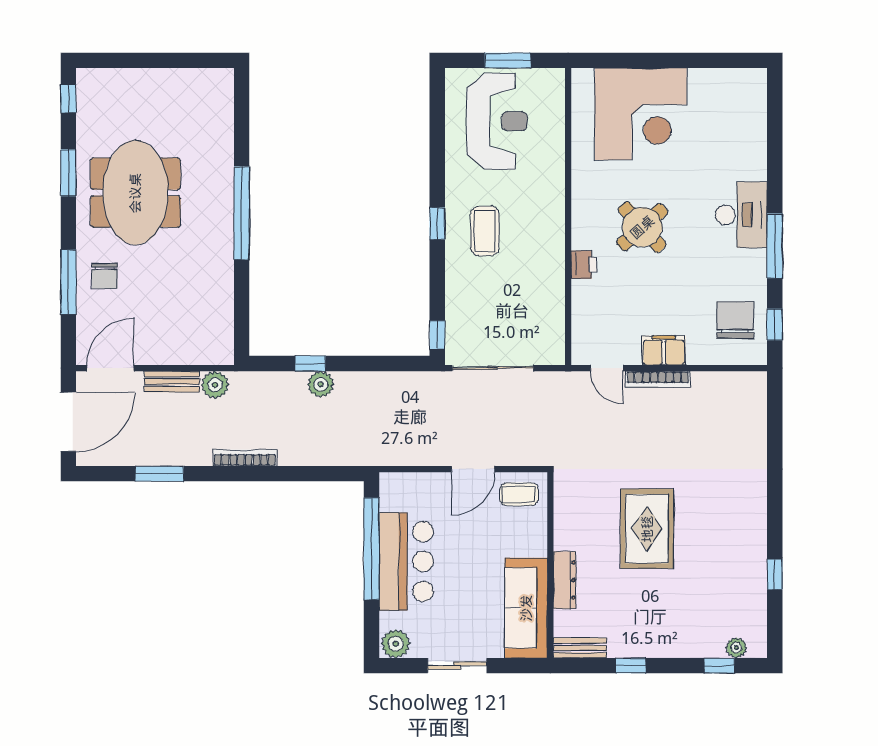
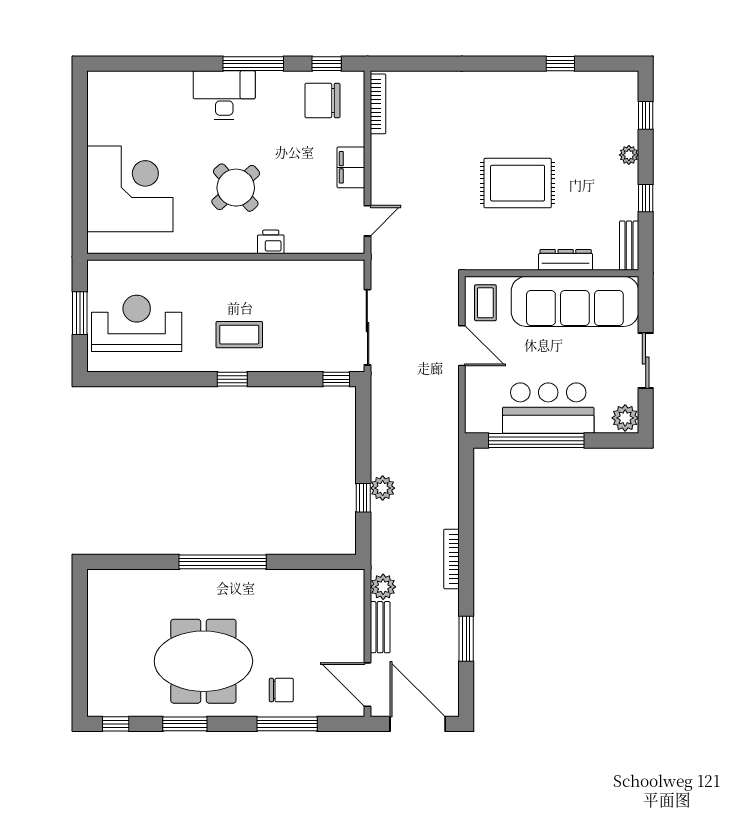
bookcase: (658, 379) -> (378, 104), moved
sofa: (526, 608) -> (575, 301), width x1.36, depth x1.27
plant: (736, 648) -> (629, 155), moved

